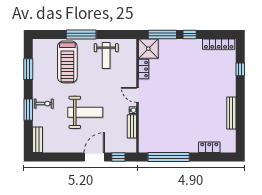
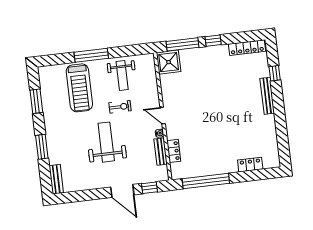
locker: (144, 69) -> (174, 151), moved
exercise bike: (44, 104) -> (120, 107), moved
weight bench: (85, 112) -> (106, 142), turned -90
bench: (231, 113) -> (267, 96), moved
door: (94, 157) -> (122, 191), swing flipped

